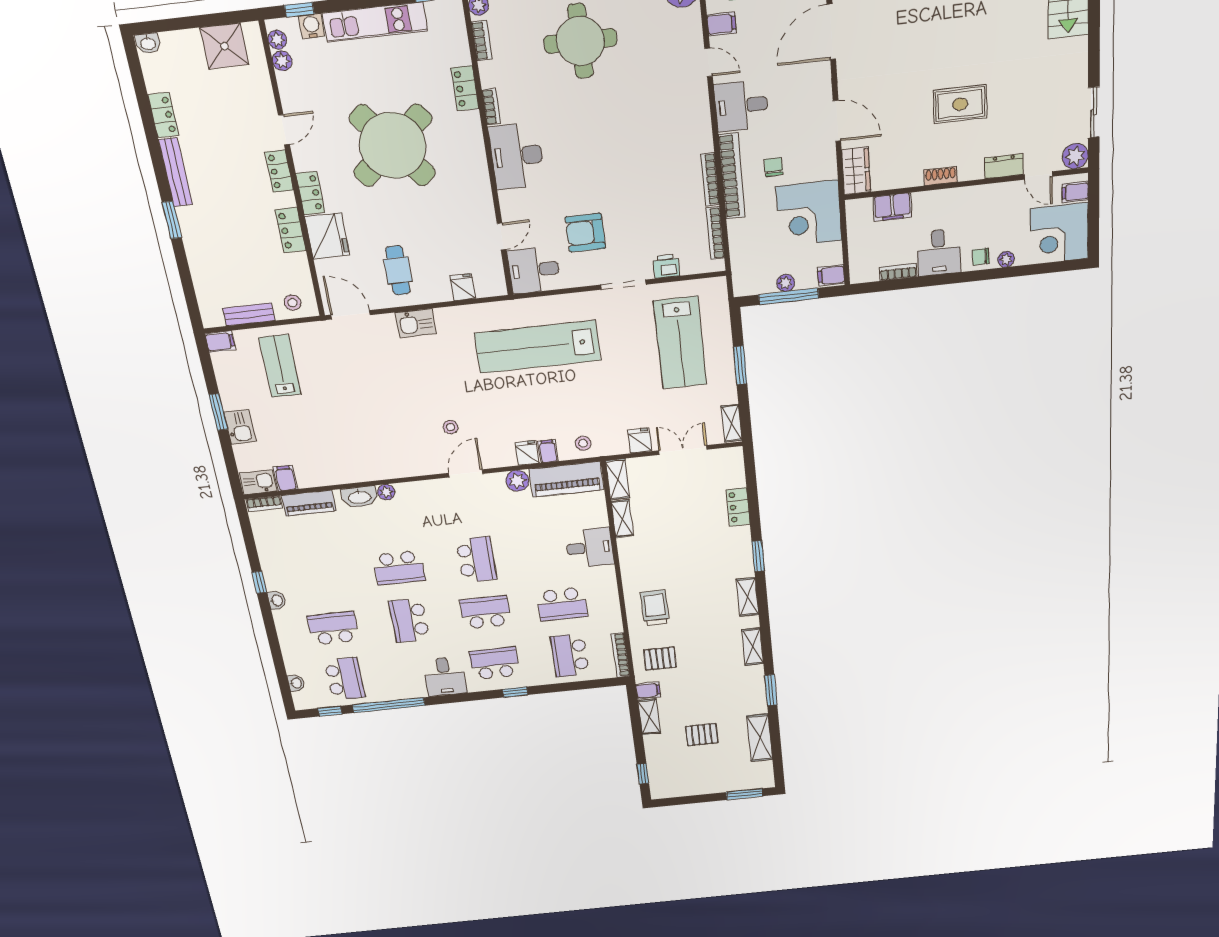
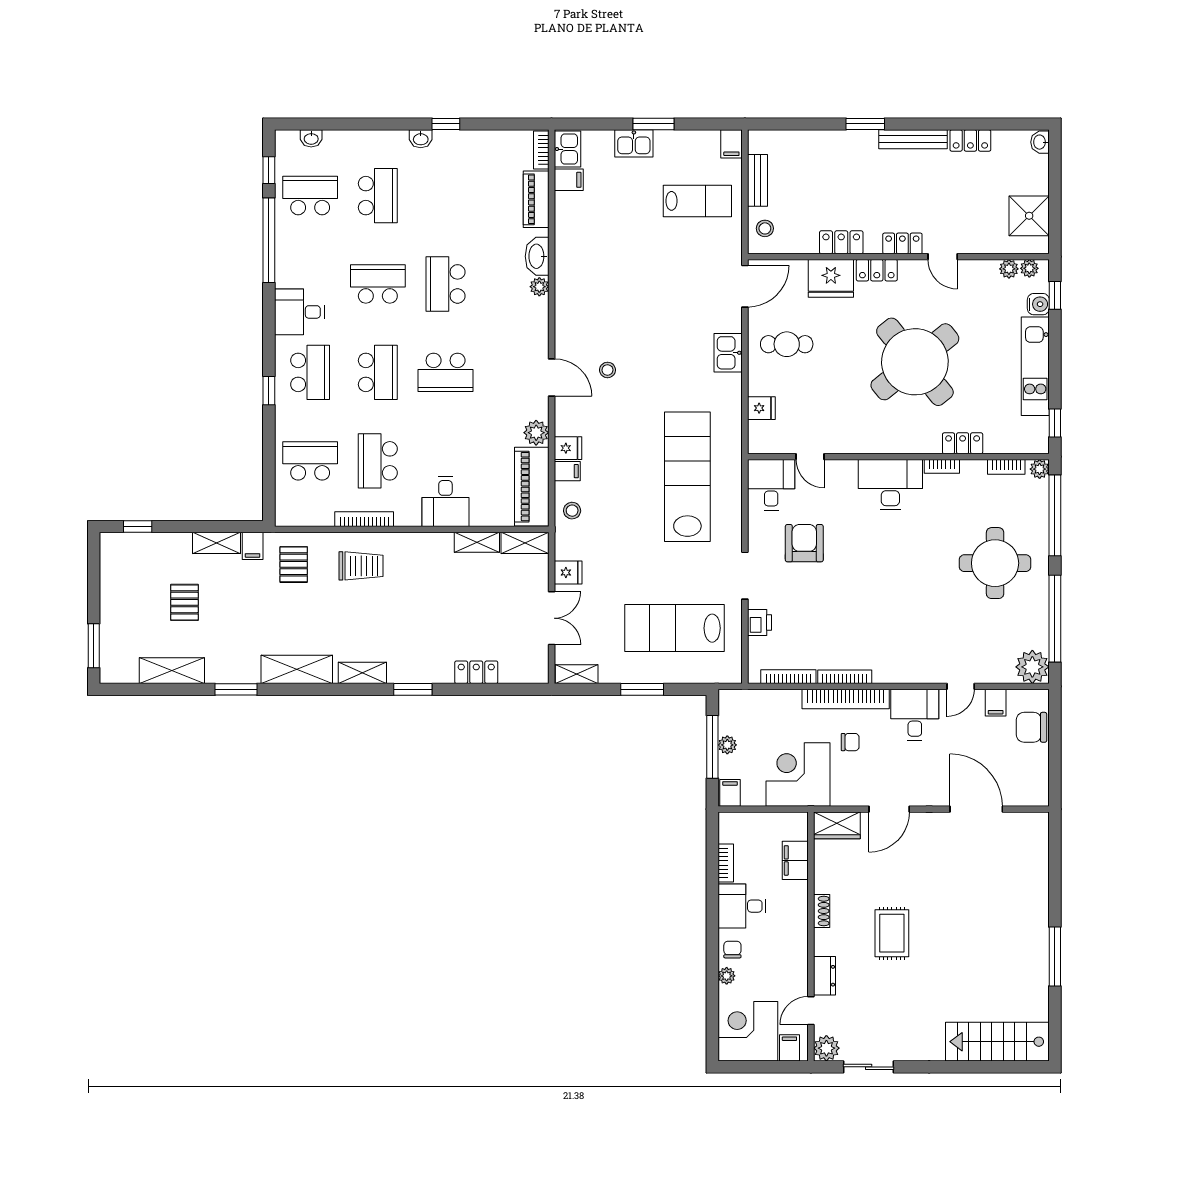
shelving: (753, 647) -> (297, 669), width x1.50, depth x1.33
bookcase: (620, 655) -> (364, 519), moved
school desk: (345, 679) -> (310, 196), turned 180

